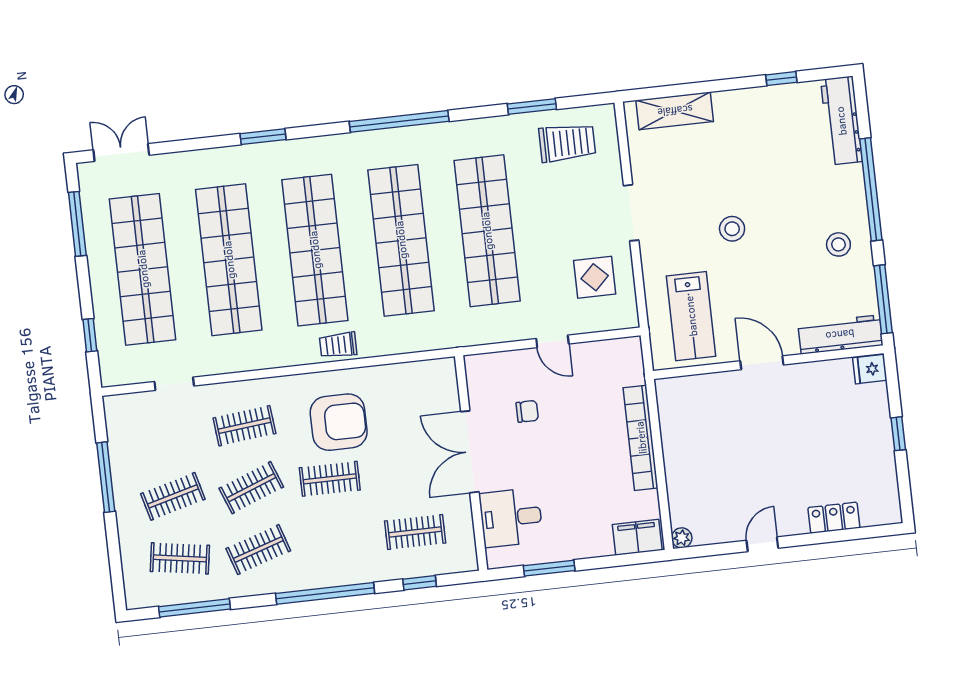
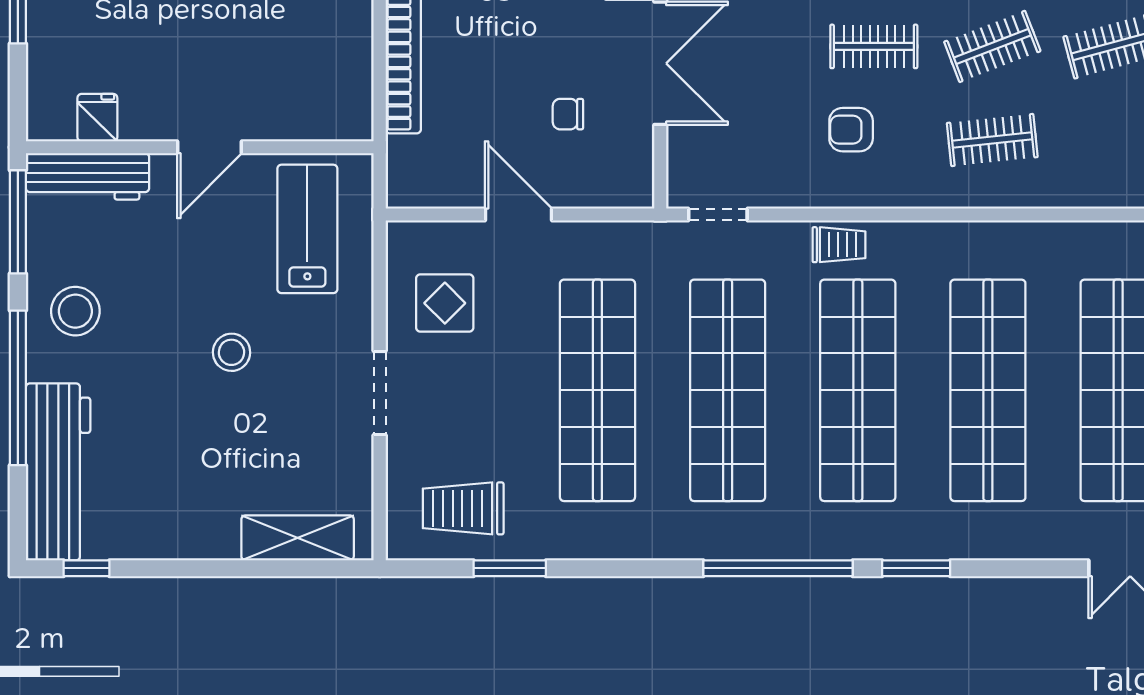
window: (781, 79) -> (86, 568), moved
window: (399, 121) -> (778, 568), moved
workbench: (841, 121) -> (58, 472), width x1.36, depth x1.32
stool: (838, 244) -> (75, 311), width x1.38, depth x1.38
door: (552, 341) -> (518, 214), width x1.38
door: (762, 363) -> (209, 147), hinge flipped
fridge: (870, 369) -> (97, 118), moved, turned -90
doorway: (174, 384) -> (718, 214), moved
armchair: (339, 422) -> (851, 130), width x0.53, depth x0.53

